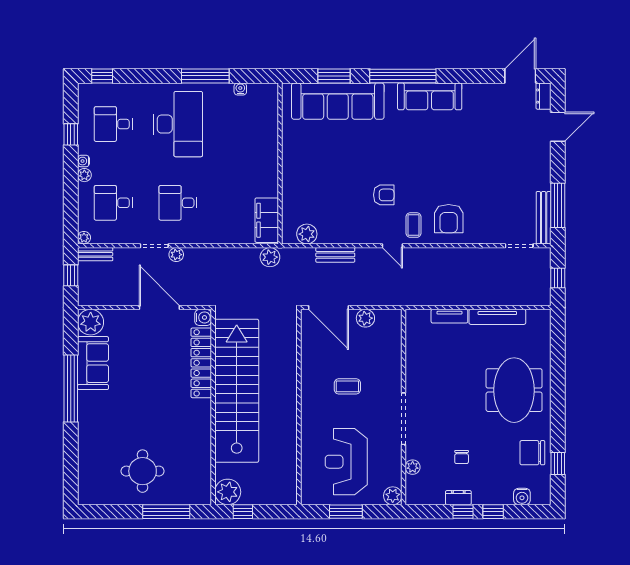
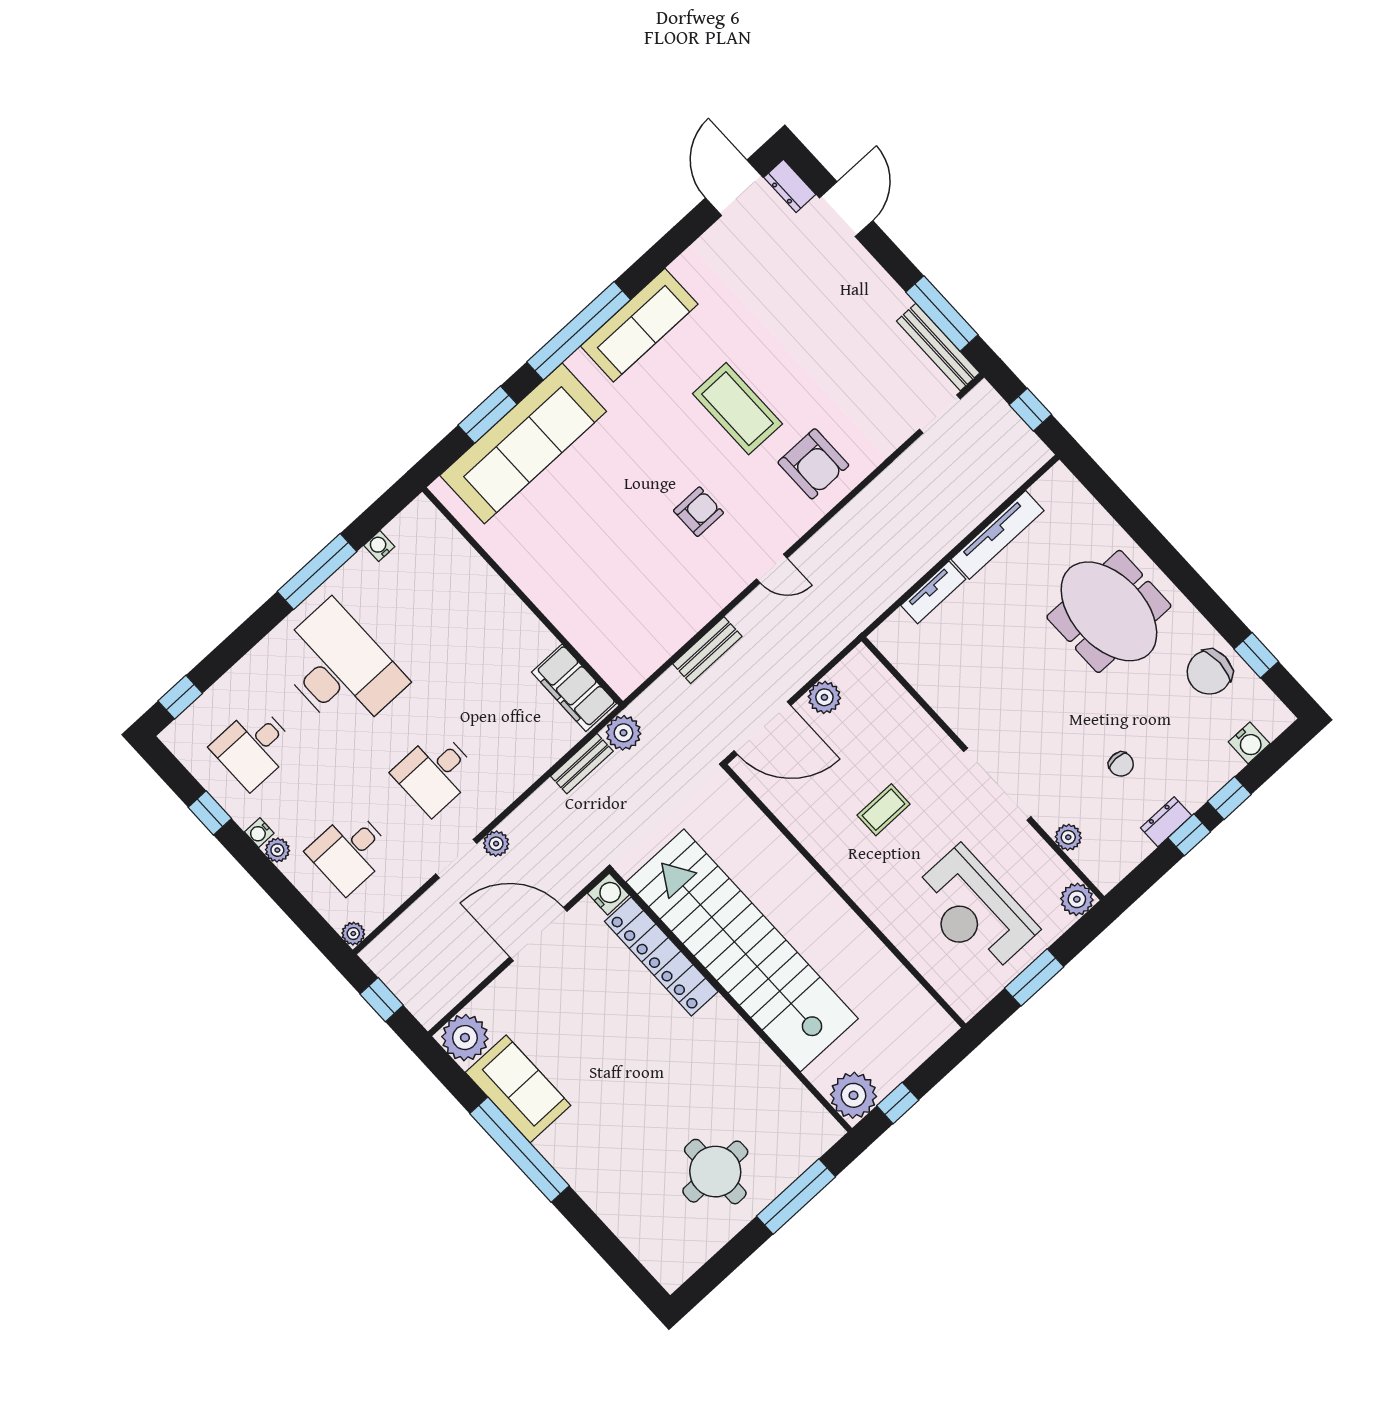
coffee table: (414, 225) -> (737, 409), moved, width x1.86, depth x1.72
plant: (307, 234) -> (644, 657), removed
bench: (95, 254) -> (582, 764), moved

